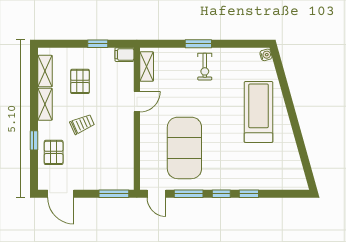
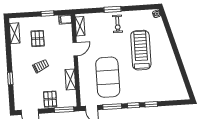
shelving: (45, 104) -> (70, 79), moved
treadmill: (259, 112) -> (141, 50), moved
pallet: (54, 152) -> (50, 99), moved

